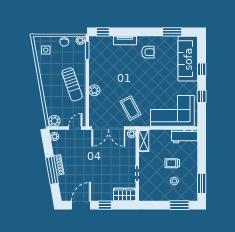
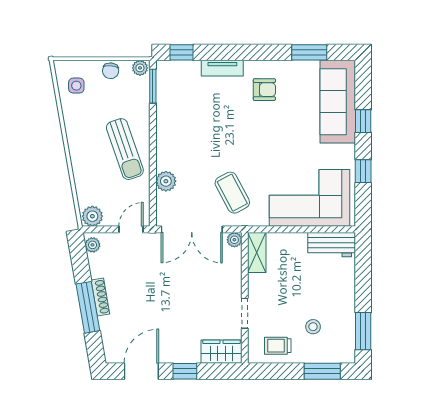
plant: (94, 90) -> (166, 181), moved
trolley: (172, 163) -> (278, 346), moved

